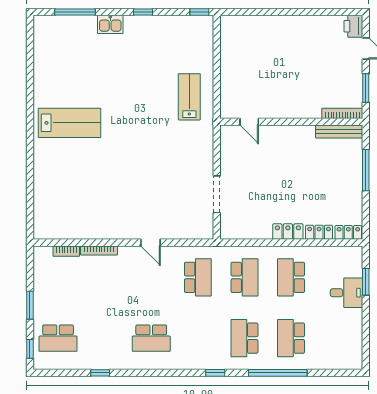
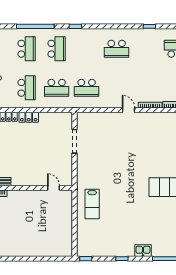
door: (151, 243) -> (129, 110), moved
school desk: (198, 277) -> (87, 88), turned -90
school desk: (244, 277) -> (57, 88), turned -90
school desk: (151, 338) -> (117, 49), turned 180

